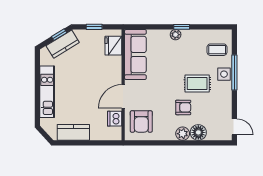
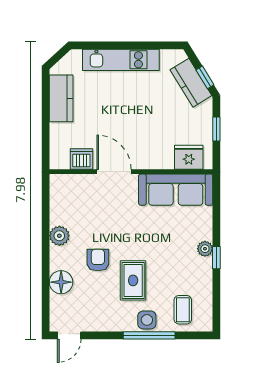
armchair: (183, 107) -> (98, 260), turned 180
armchair: (141, 121) -> (77, 198), removed
plant: (183, 134) -> (59, 236), moved

